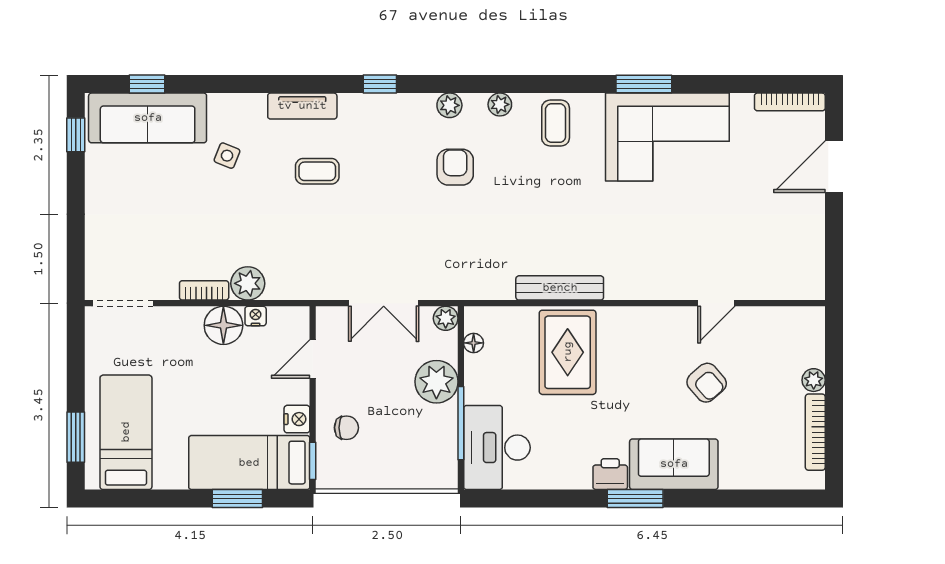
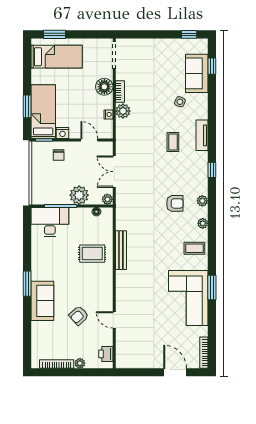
sofa: (148, 118) -> (197, 73), width x0.73
floor lamp: (223, 325) -> (104, 87), moved
rug: (568, 352) -> (92, 254), width x0.73, depth x0.70
printer: (610, 474) -> (106, 354), moved, turned 180

